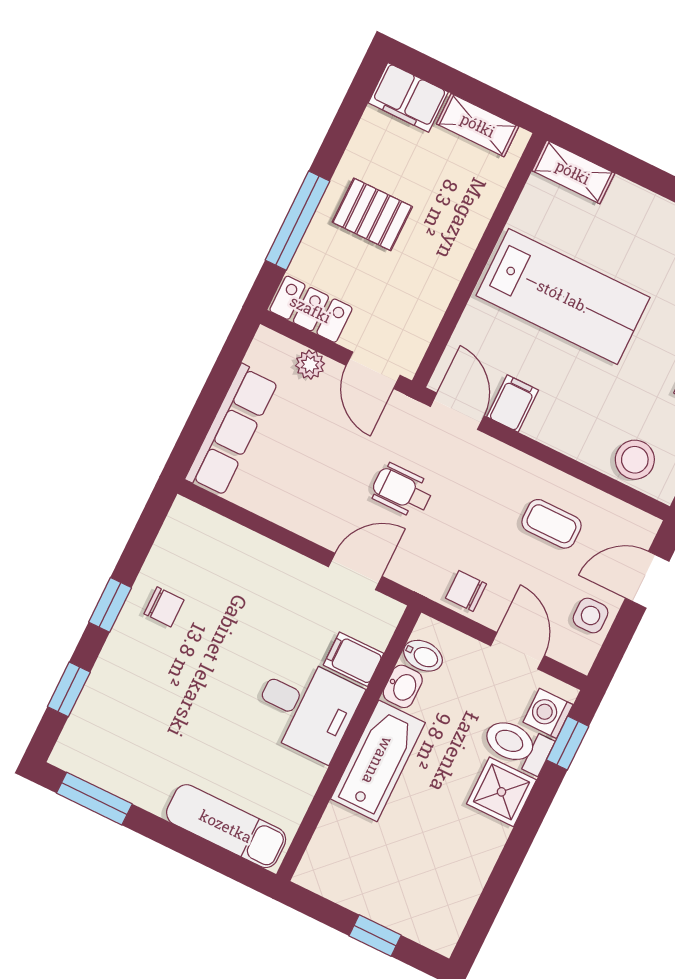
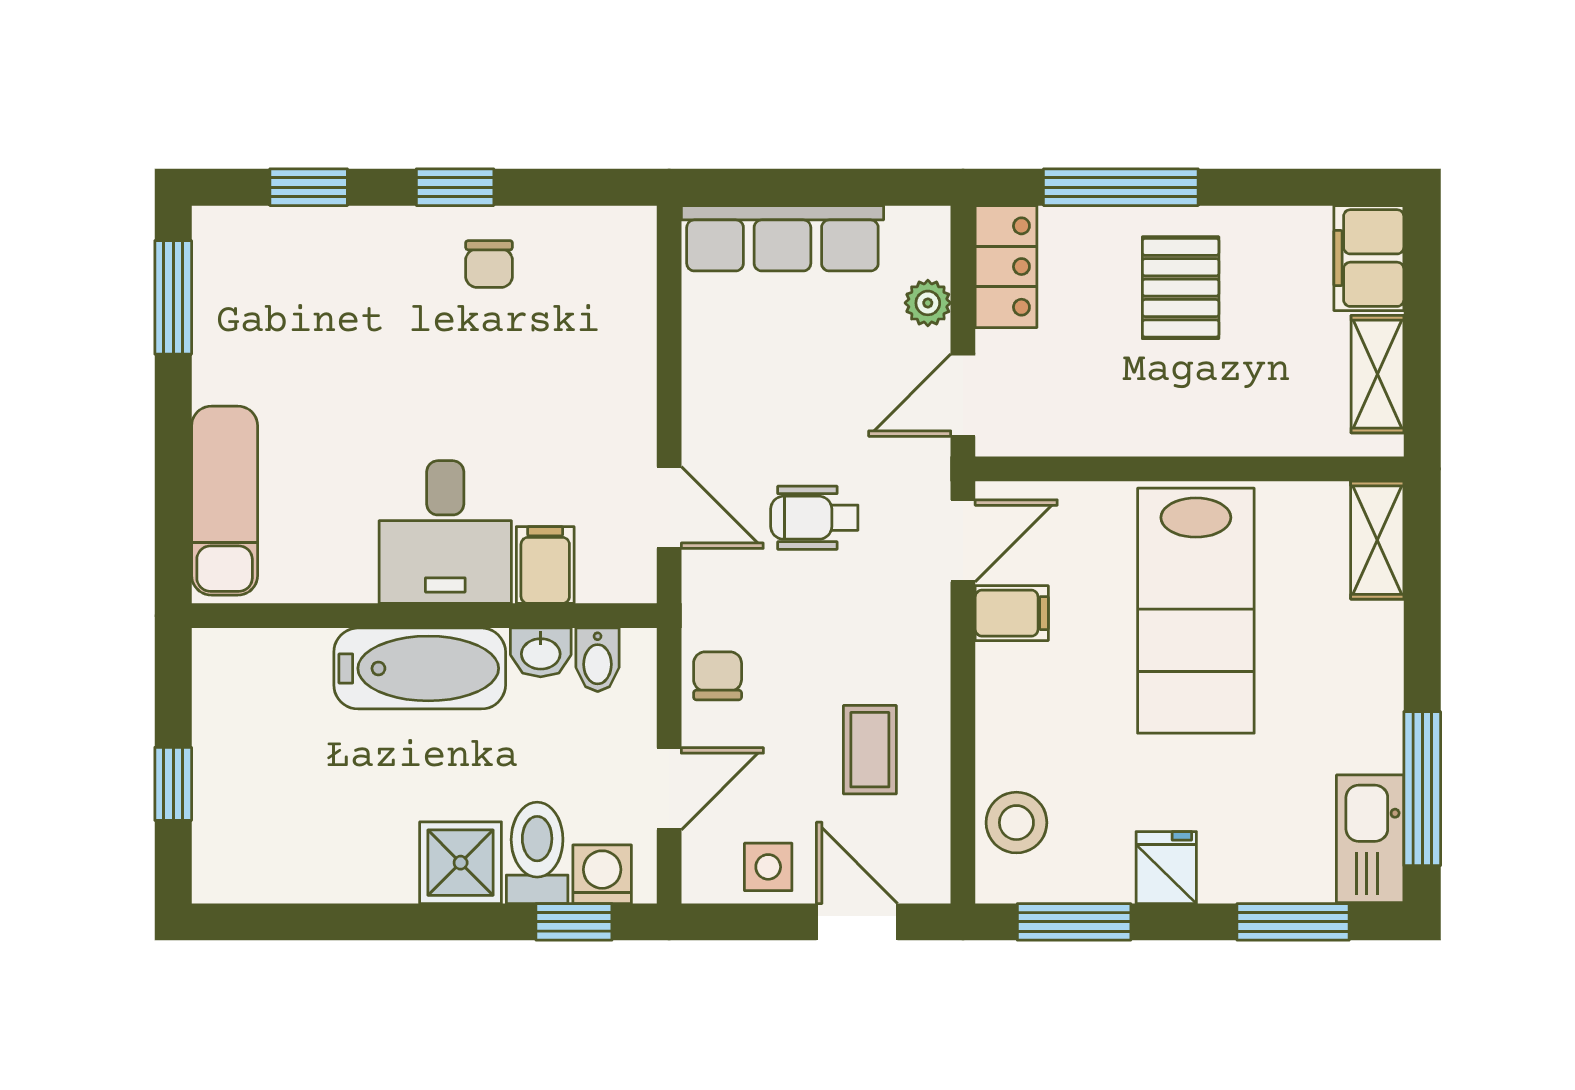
wheelchair: (402, 491) -> (814, 518), turned -90

